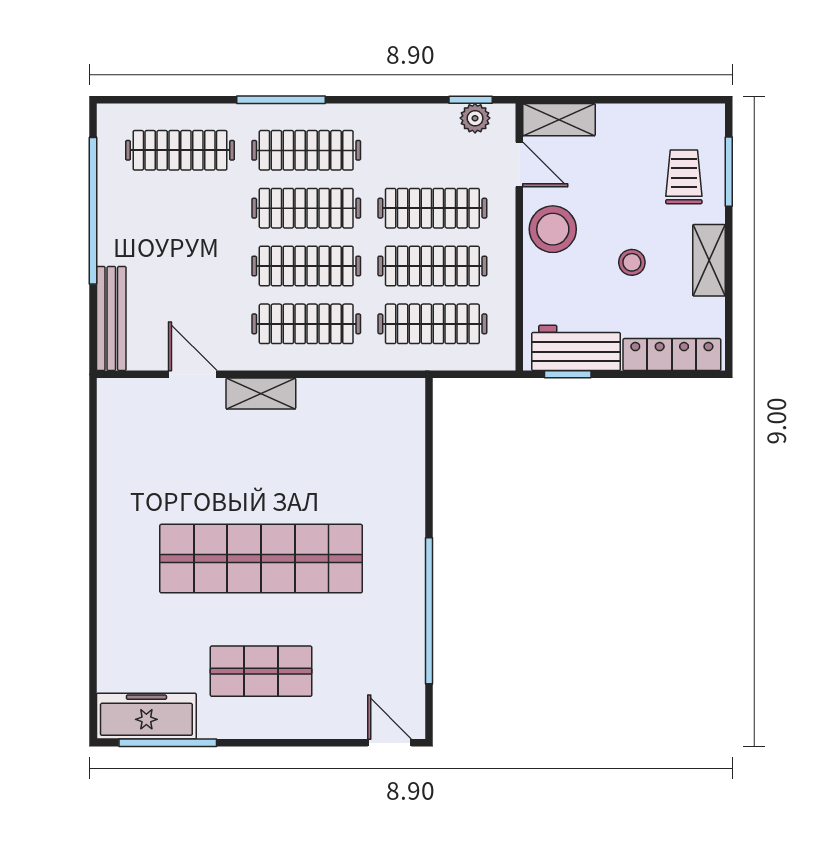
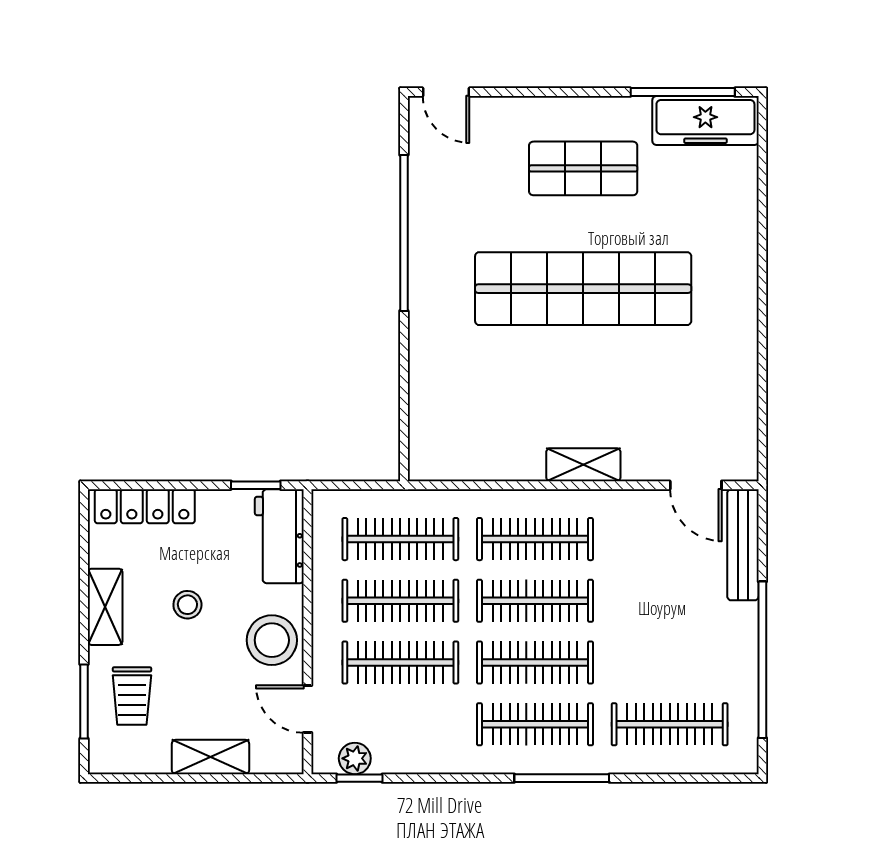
shelving: (559, 120) -> (210, 757), moved
workbench: (576, 348) -> (279, 536), moved, turned 90
door: (193, 374) -> (696, 485), moved

